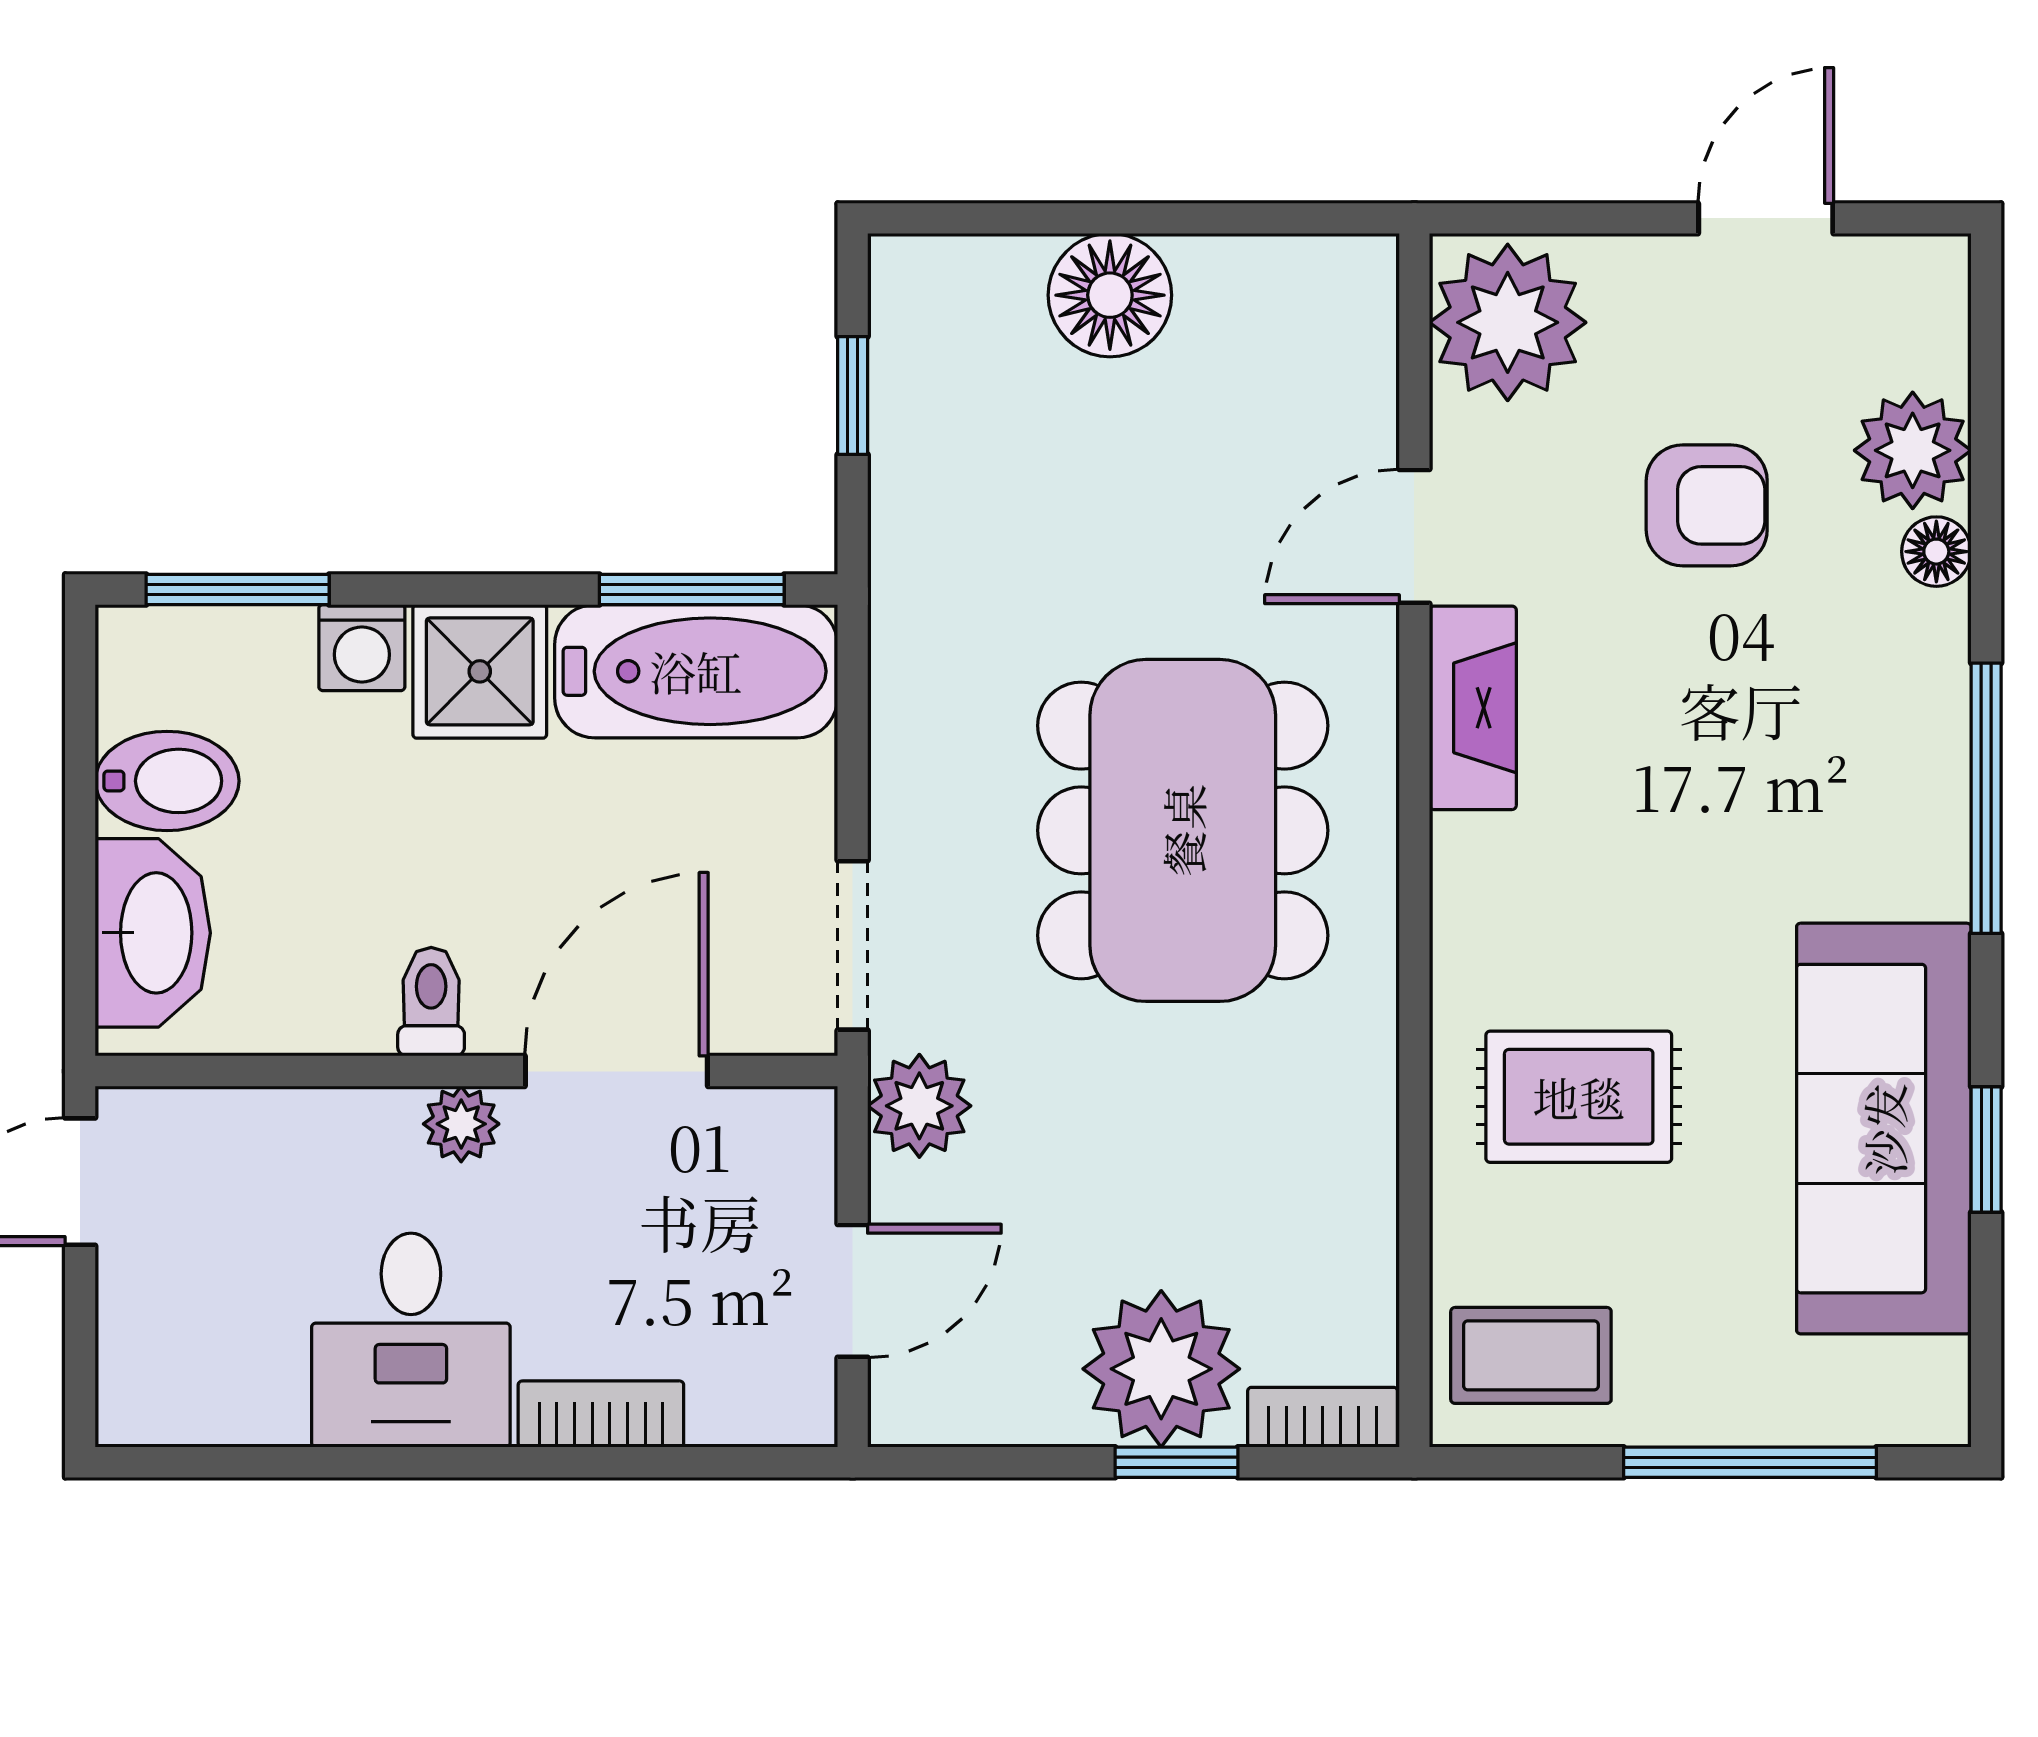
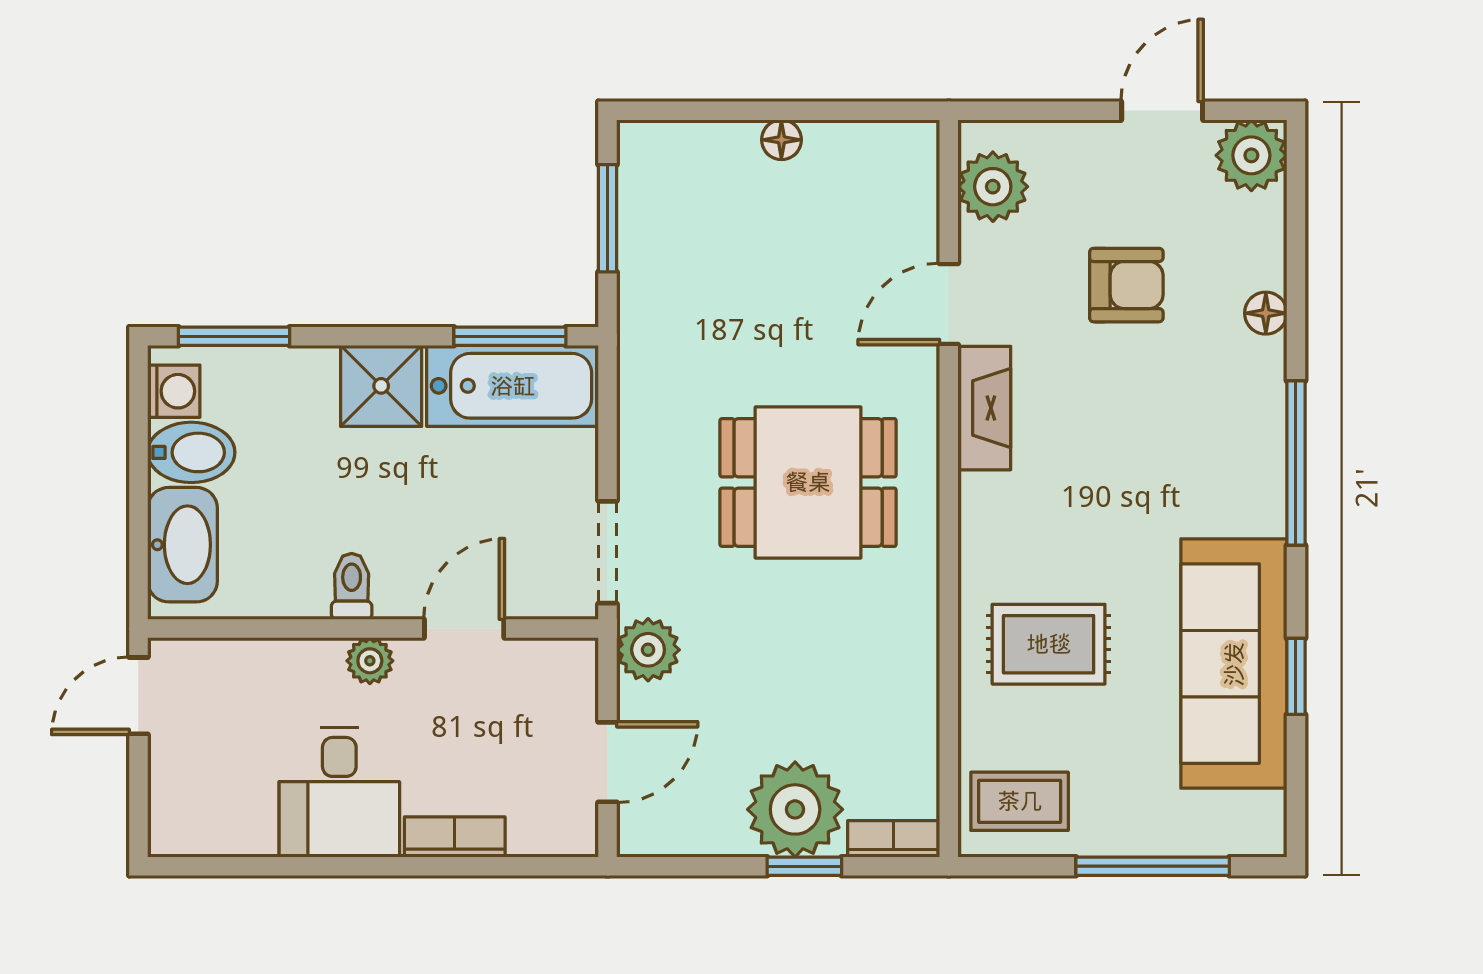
floor lamp: (1110, 295) -> (781, 140), width x0.53, depth x0.53
plant: (1508, 322) -> (993, 187), width x0.73, depth x0.73
window: (853, 395) -> (608, 218), width x1.50
plant: (1913, 450) -> (1251, 155), moved
washing machine: (362, 648) -> (174, 391), moved, turned -90
dining table: (1183, 830) -> (808, 482), width x0.73
door: (616, 1071) -> (464, 629), width x0.73

